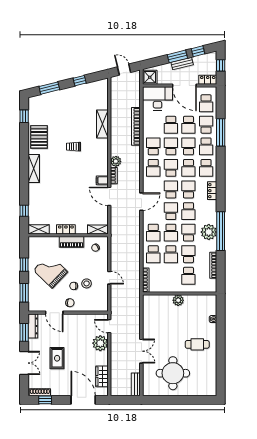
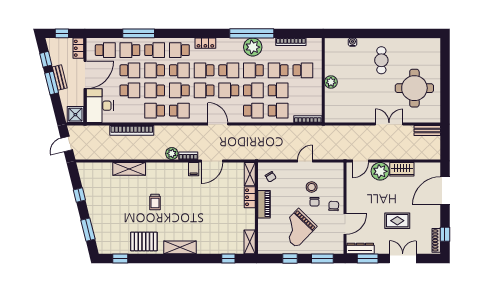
school desk: (206, 168) -> (179, 50), turned 180
locker: (66, 229) -> (250, 197), moved
wardrobe: (102, 376) -> (402, 169), moved

